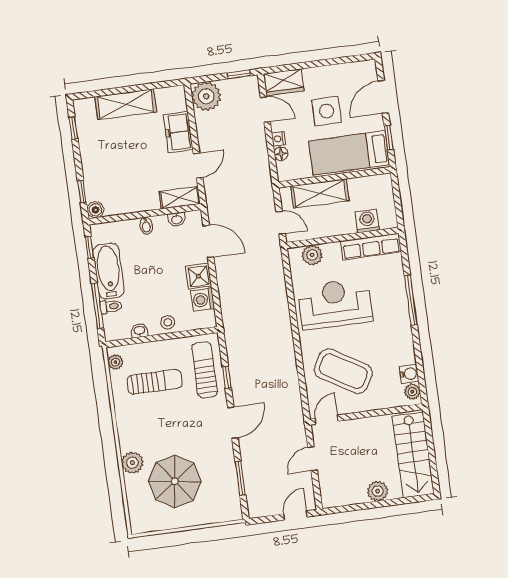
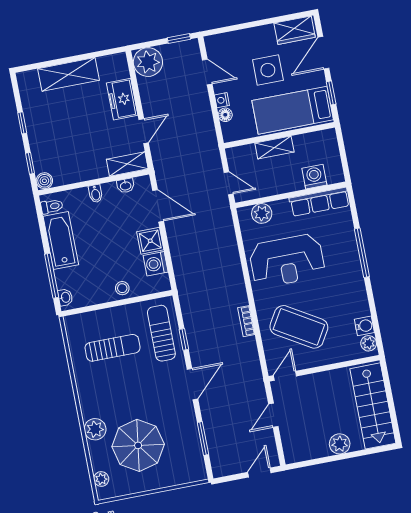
wardrobe: (284, 82) -> (295, 30), moved
window: (73, 128) -> (22, 123), moved
shelving: (320, 193) -> (274, 147), width x0.67, depth x0.75
window: (89, 247) -> (41, 218), removed
reception desk: (335, 304) -> (287, 261), turned 180
toilet: (111, 306) -> (52, 206), moved
washbasin: (139, 331) -> (65, 297), moved, turned 90
plant: (115, 362) -> (101, 479), moved
bookcase: (291, 362) -> (246, 321), added

